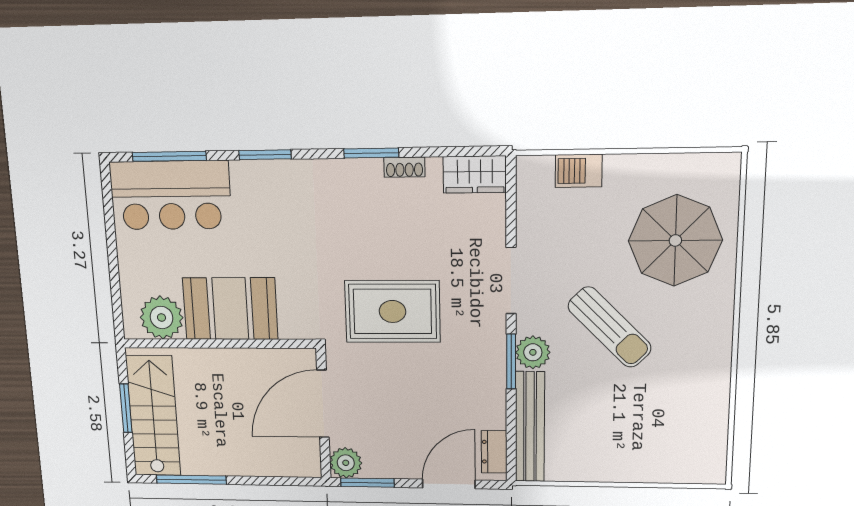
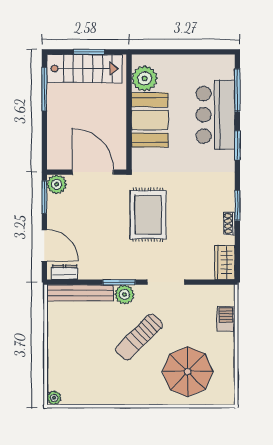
bar counter: (171, 195) -> (216, 115), moved
plant: (714, 472) -> (54, 398), added

